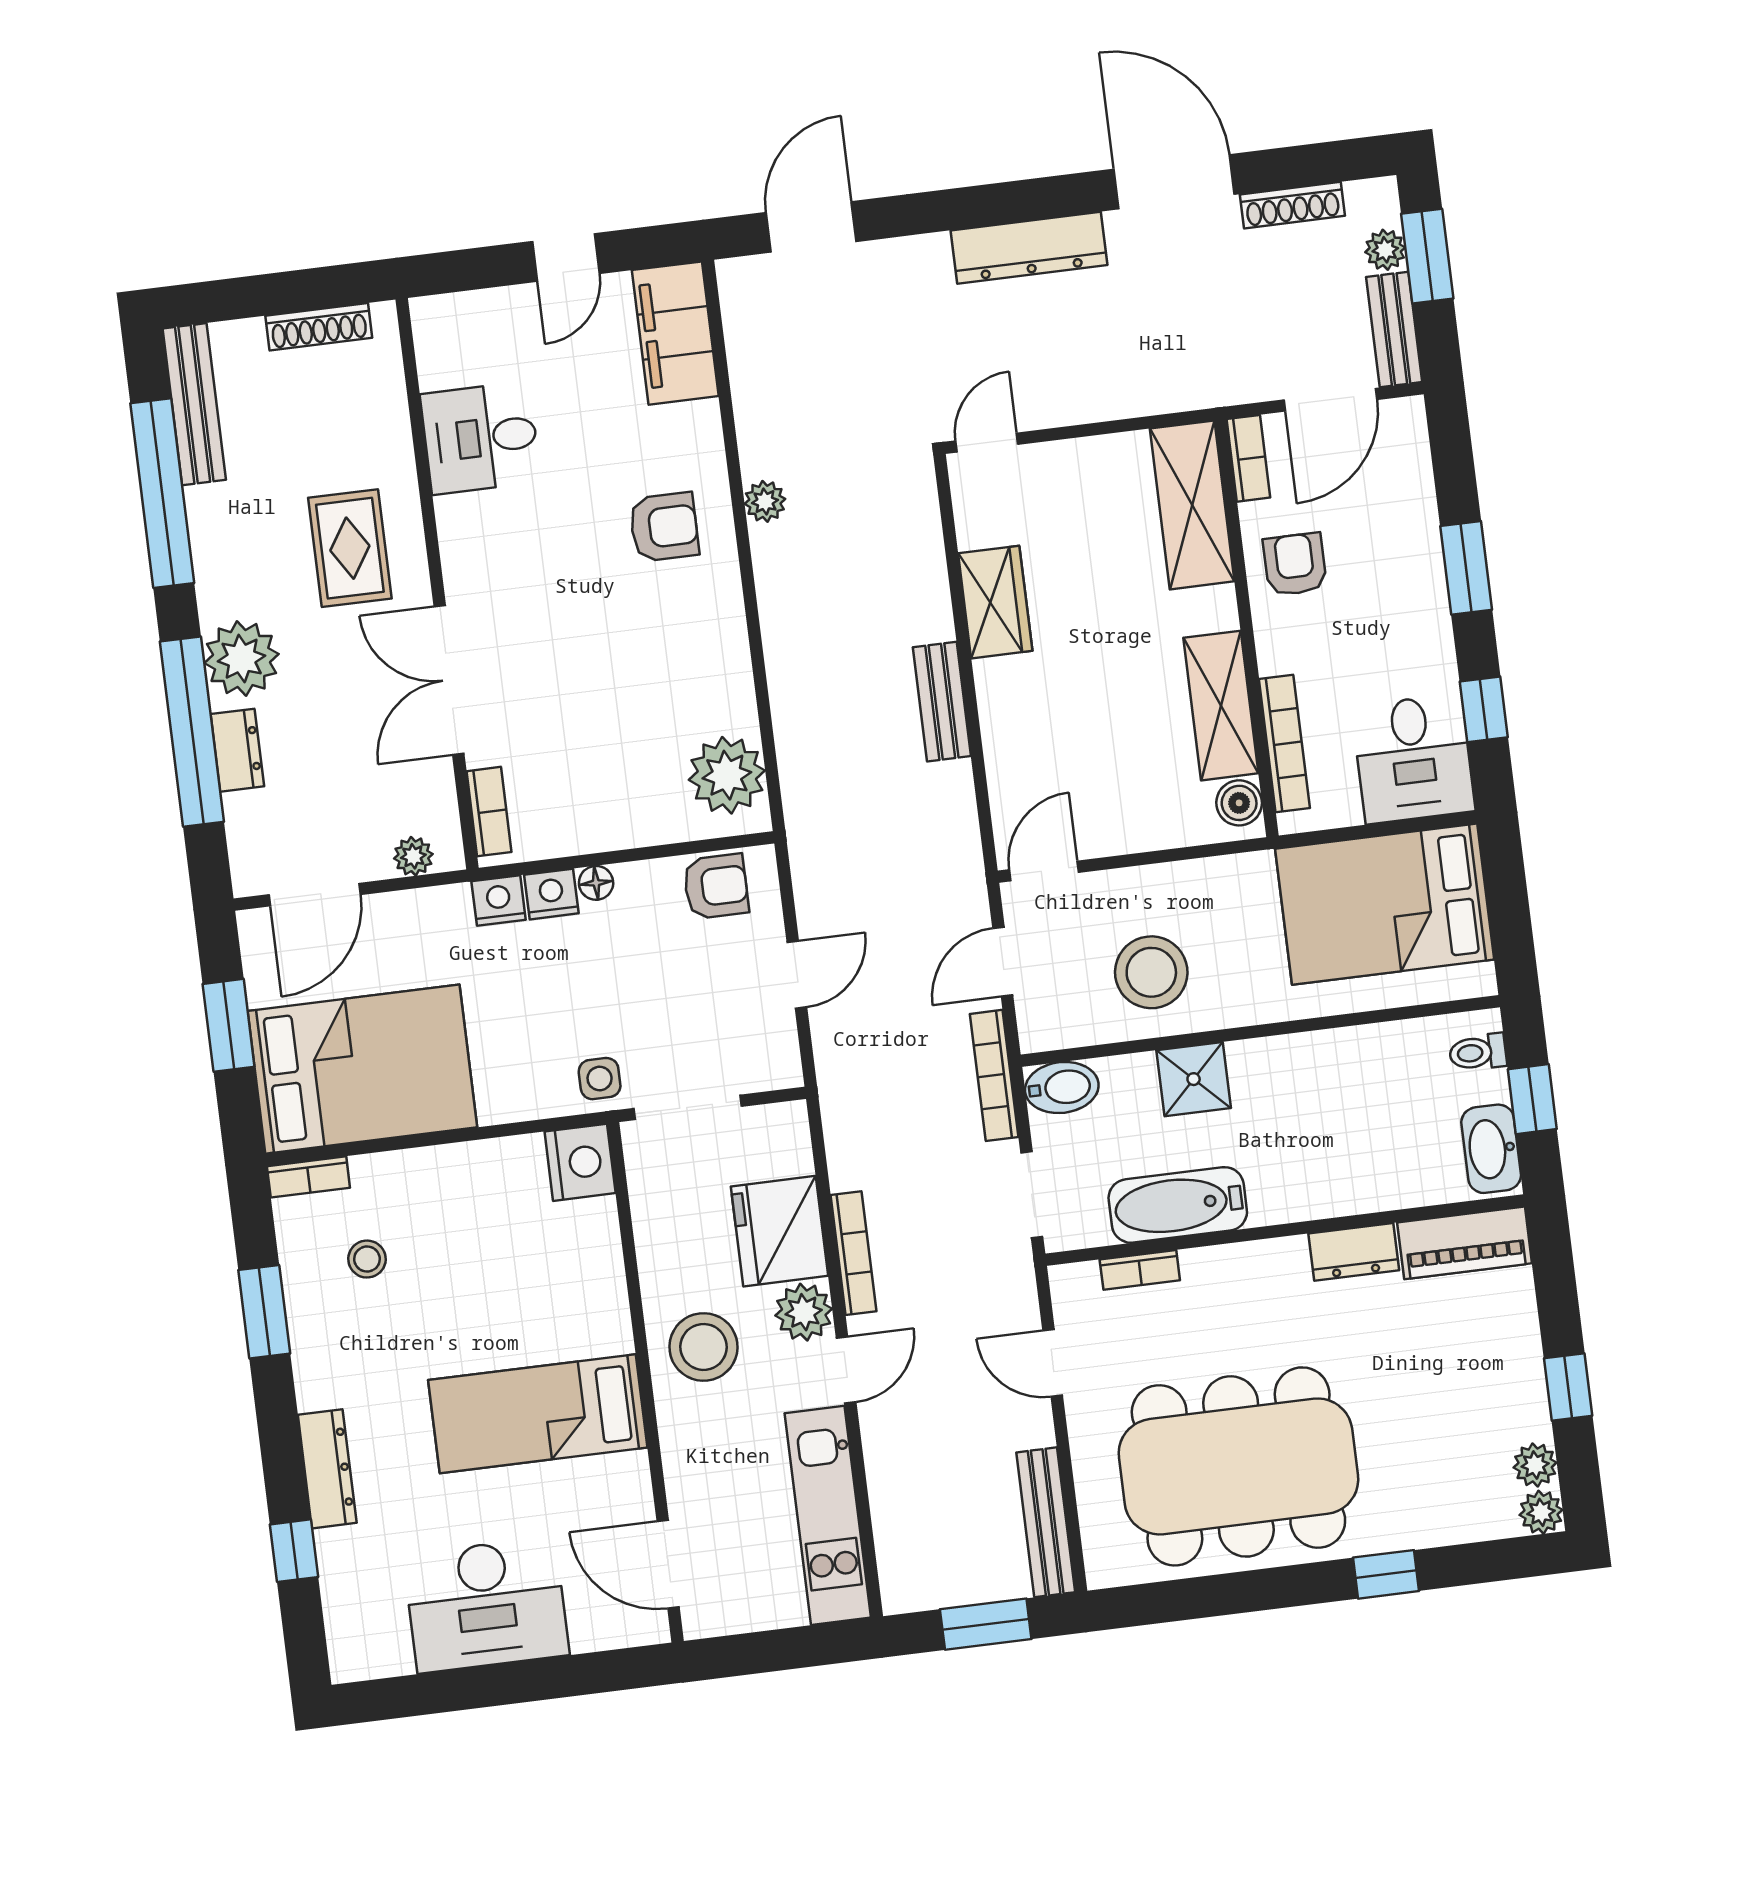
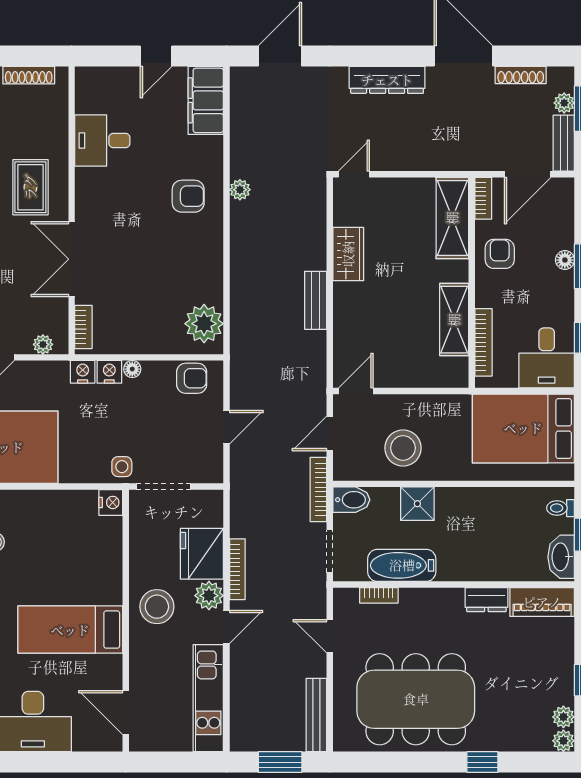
floor lamp: (1425, 560) -> (565, 260), added
boiler: (1239, 803) -> (457, 369), removed
nightstand: (580, 1162) -> (111, 502), width x0.74, depth x0.75

